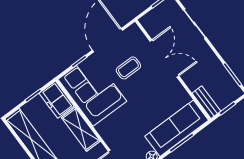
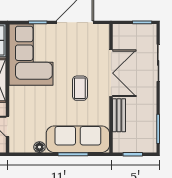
coffee table: (128, 68) -> (80, 88), moved, turned 90
bench: (206, 102) -> (119, 115), moved

